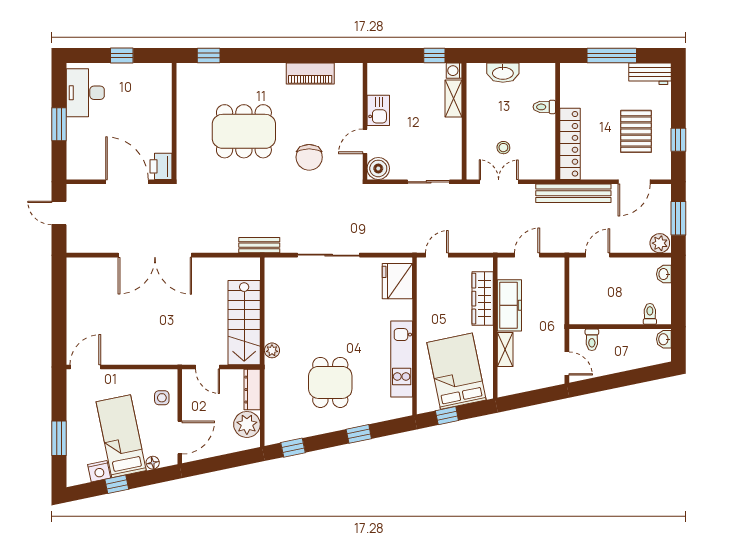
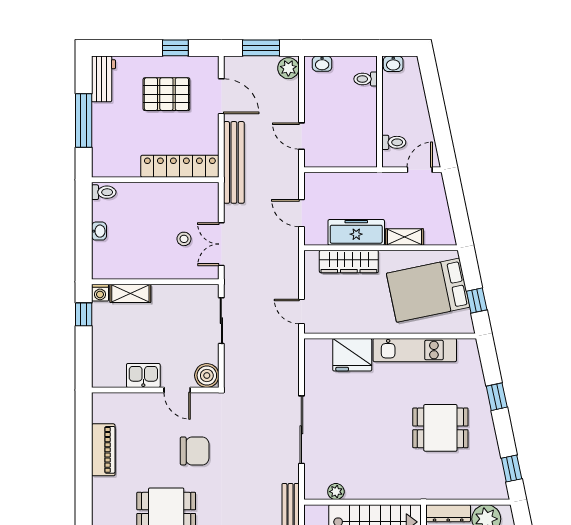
washbasin: (503, 73) -> (99, 231), width x0.52, depth x0.69
toilet: (544, 107) -> (104, 192), moved, turned -90
fridge: (397, 281) -> (352, 355), moved
plant: (272, 350) -> (336, 492), moved

